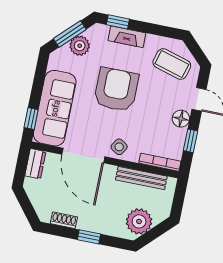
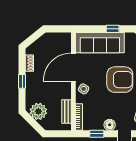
window: (31, 119) -> (113, 29), moved
dresser: (35, 164) -> (62, 38), removed
bench: (141, 178) -> (66, 112), width x0.73

